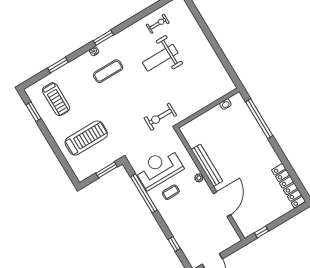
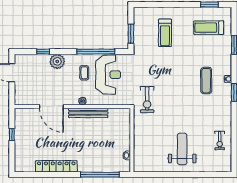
weight bench: (160, 58) -> (182, 149), moved
exercise bike: (160, 117) -> (147, 100), turned 180
treadmill: (86, 138) -> (165, 33), width x0.73, depth x0.73
locker: (288, 186) -> (56, 166), moved
plant: (175, 225) -> (57, 61), added
window: (262, 232) -> (12, 134), moved

